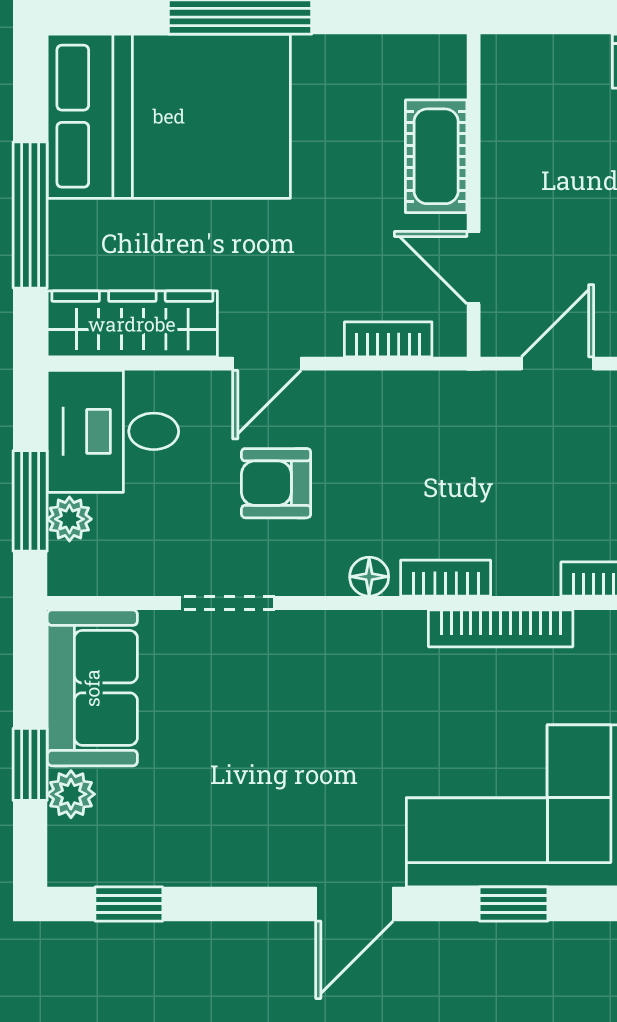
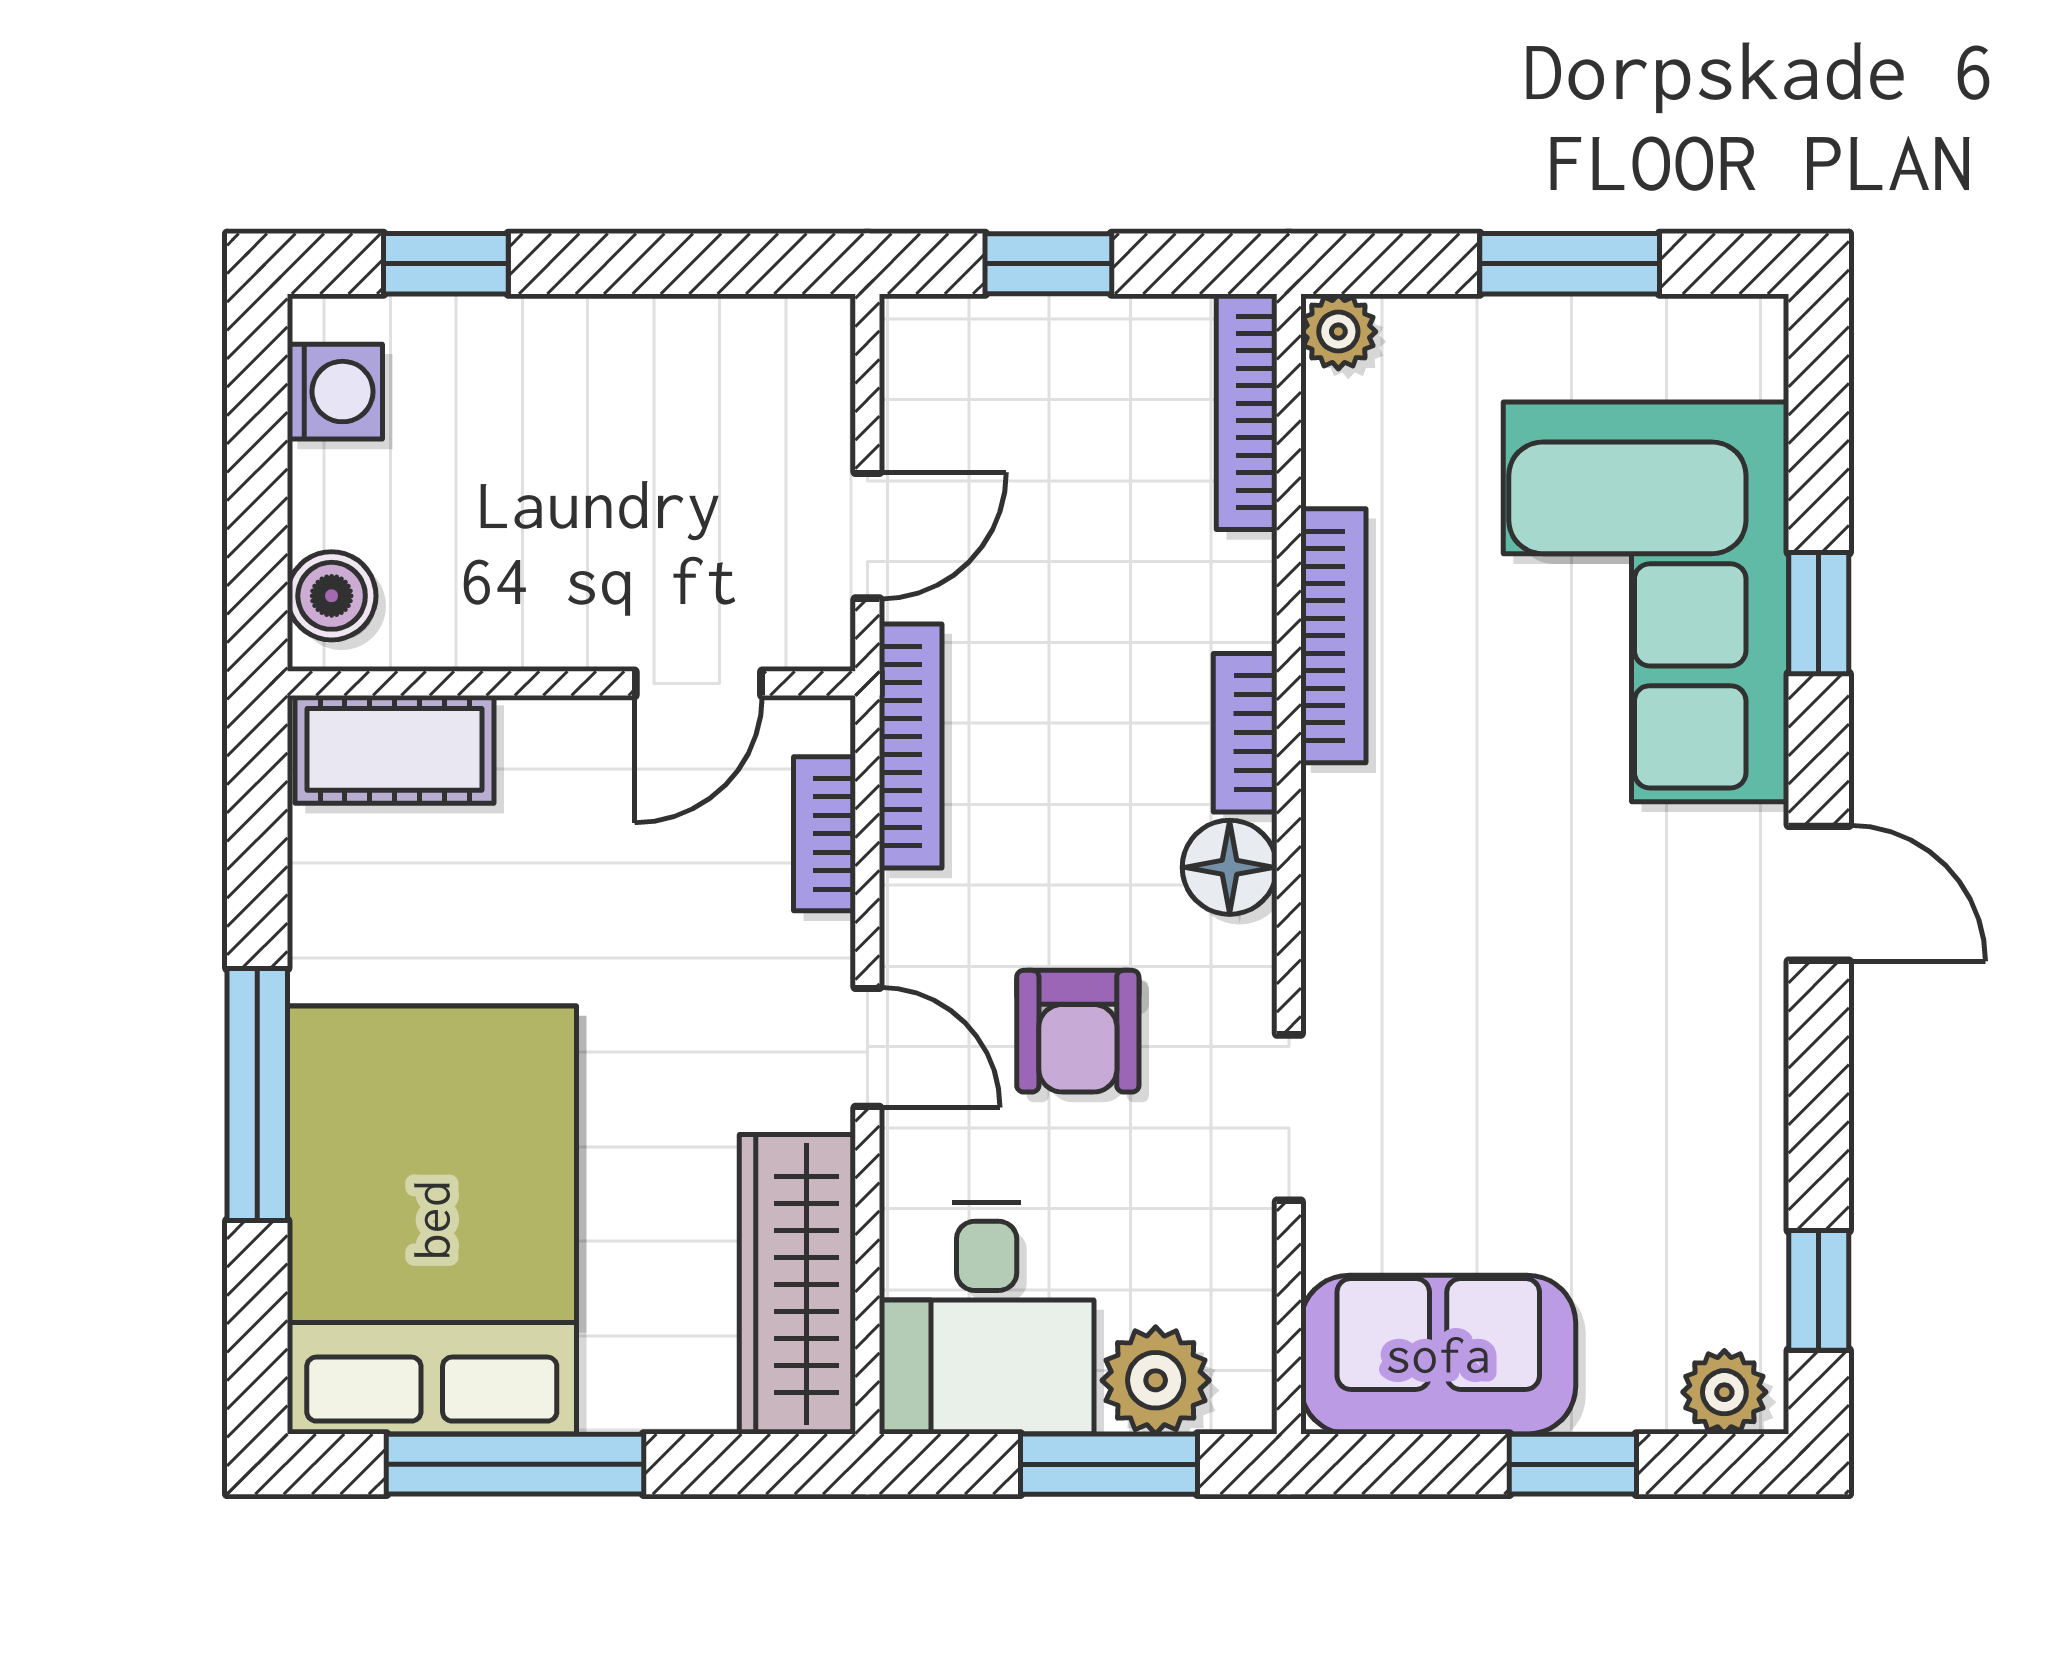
boiler: (523, 59) -> (332, 596), added
cot: (436, 156) -> (395, 749), moved
window: (30, 215) -> (515, 1464), moved
door: (558, 364) -> (867, 536), swing flipped
bookcase: (438, 388) -> (911, 746), added
plant: (69, 519) -> (1156, 1380), width x1.38, depth x1.38
floor lamp: (369, 577) -> (1230, 867), width x1.37, depth x1.37
plant: (71, 794) -> (1724, 1392), moved

